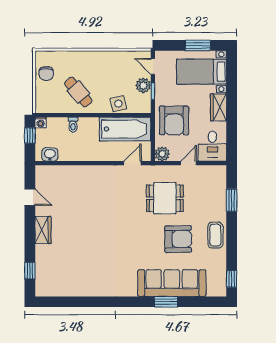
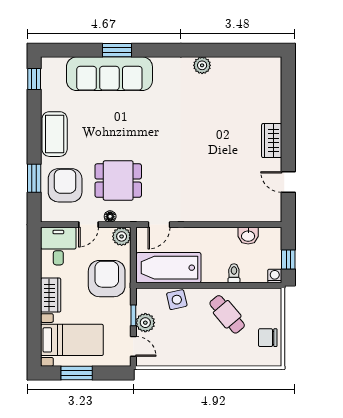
chair: (46, 74) -> (268, 338), turned -90
washbasin: (50, 154) -> (248, 236), moved
floor lamp: (171, 170) -> (110, 216), added
coffee table: (215, 235) -> (55, 134), width x1.36, depth x1.32
armchair: (178, 239) -> (65, 185), moved, turned 91
window: (30, 271) -> (288, 89), removed
plant: (98, 290) -> (202, 65), added

